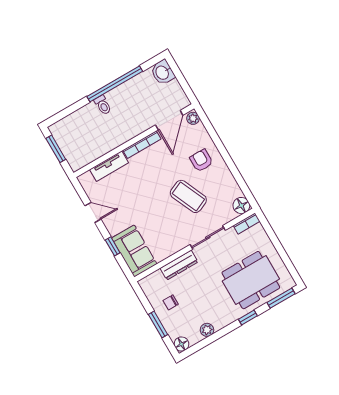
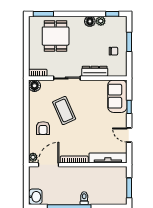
tv unit: (109, 166) -> (108, 158), width x1.41
dining table: (251, 280) -> (56, 36), width x0.73
window: (248, 317) -> (112, 14), moved
floor lamp: (181, 344) -> (90, 21), moved

